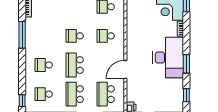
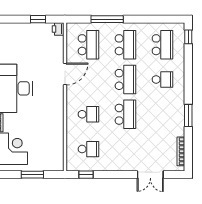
window: (22, 35) -> (188, 116), width x0.69
school desk: (75, 36) -> (125, 114), width x1.85
school desk: (44, 94) -> (162, 45), width x1.85

